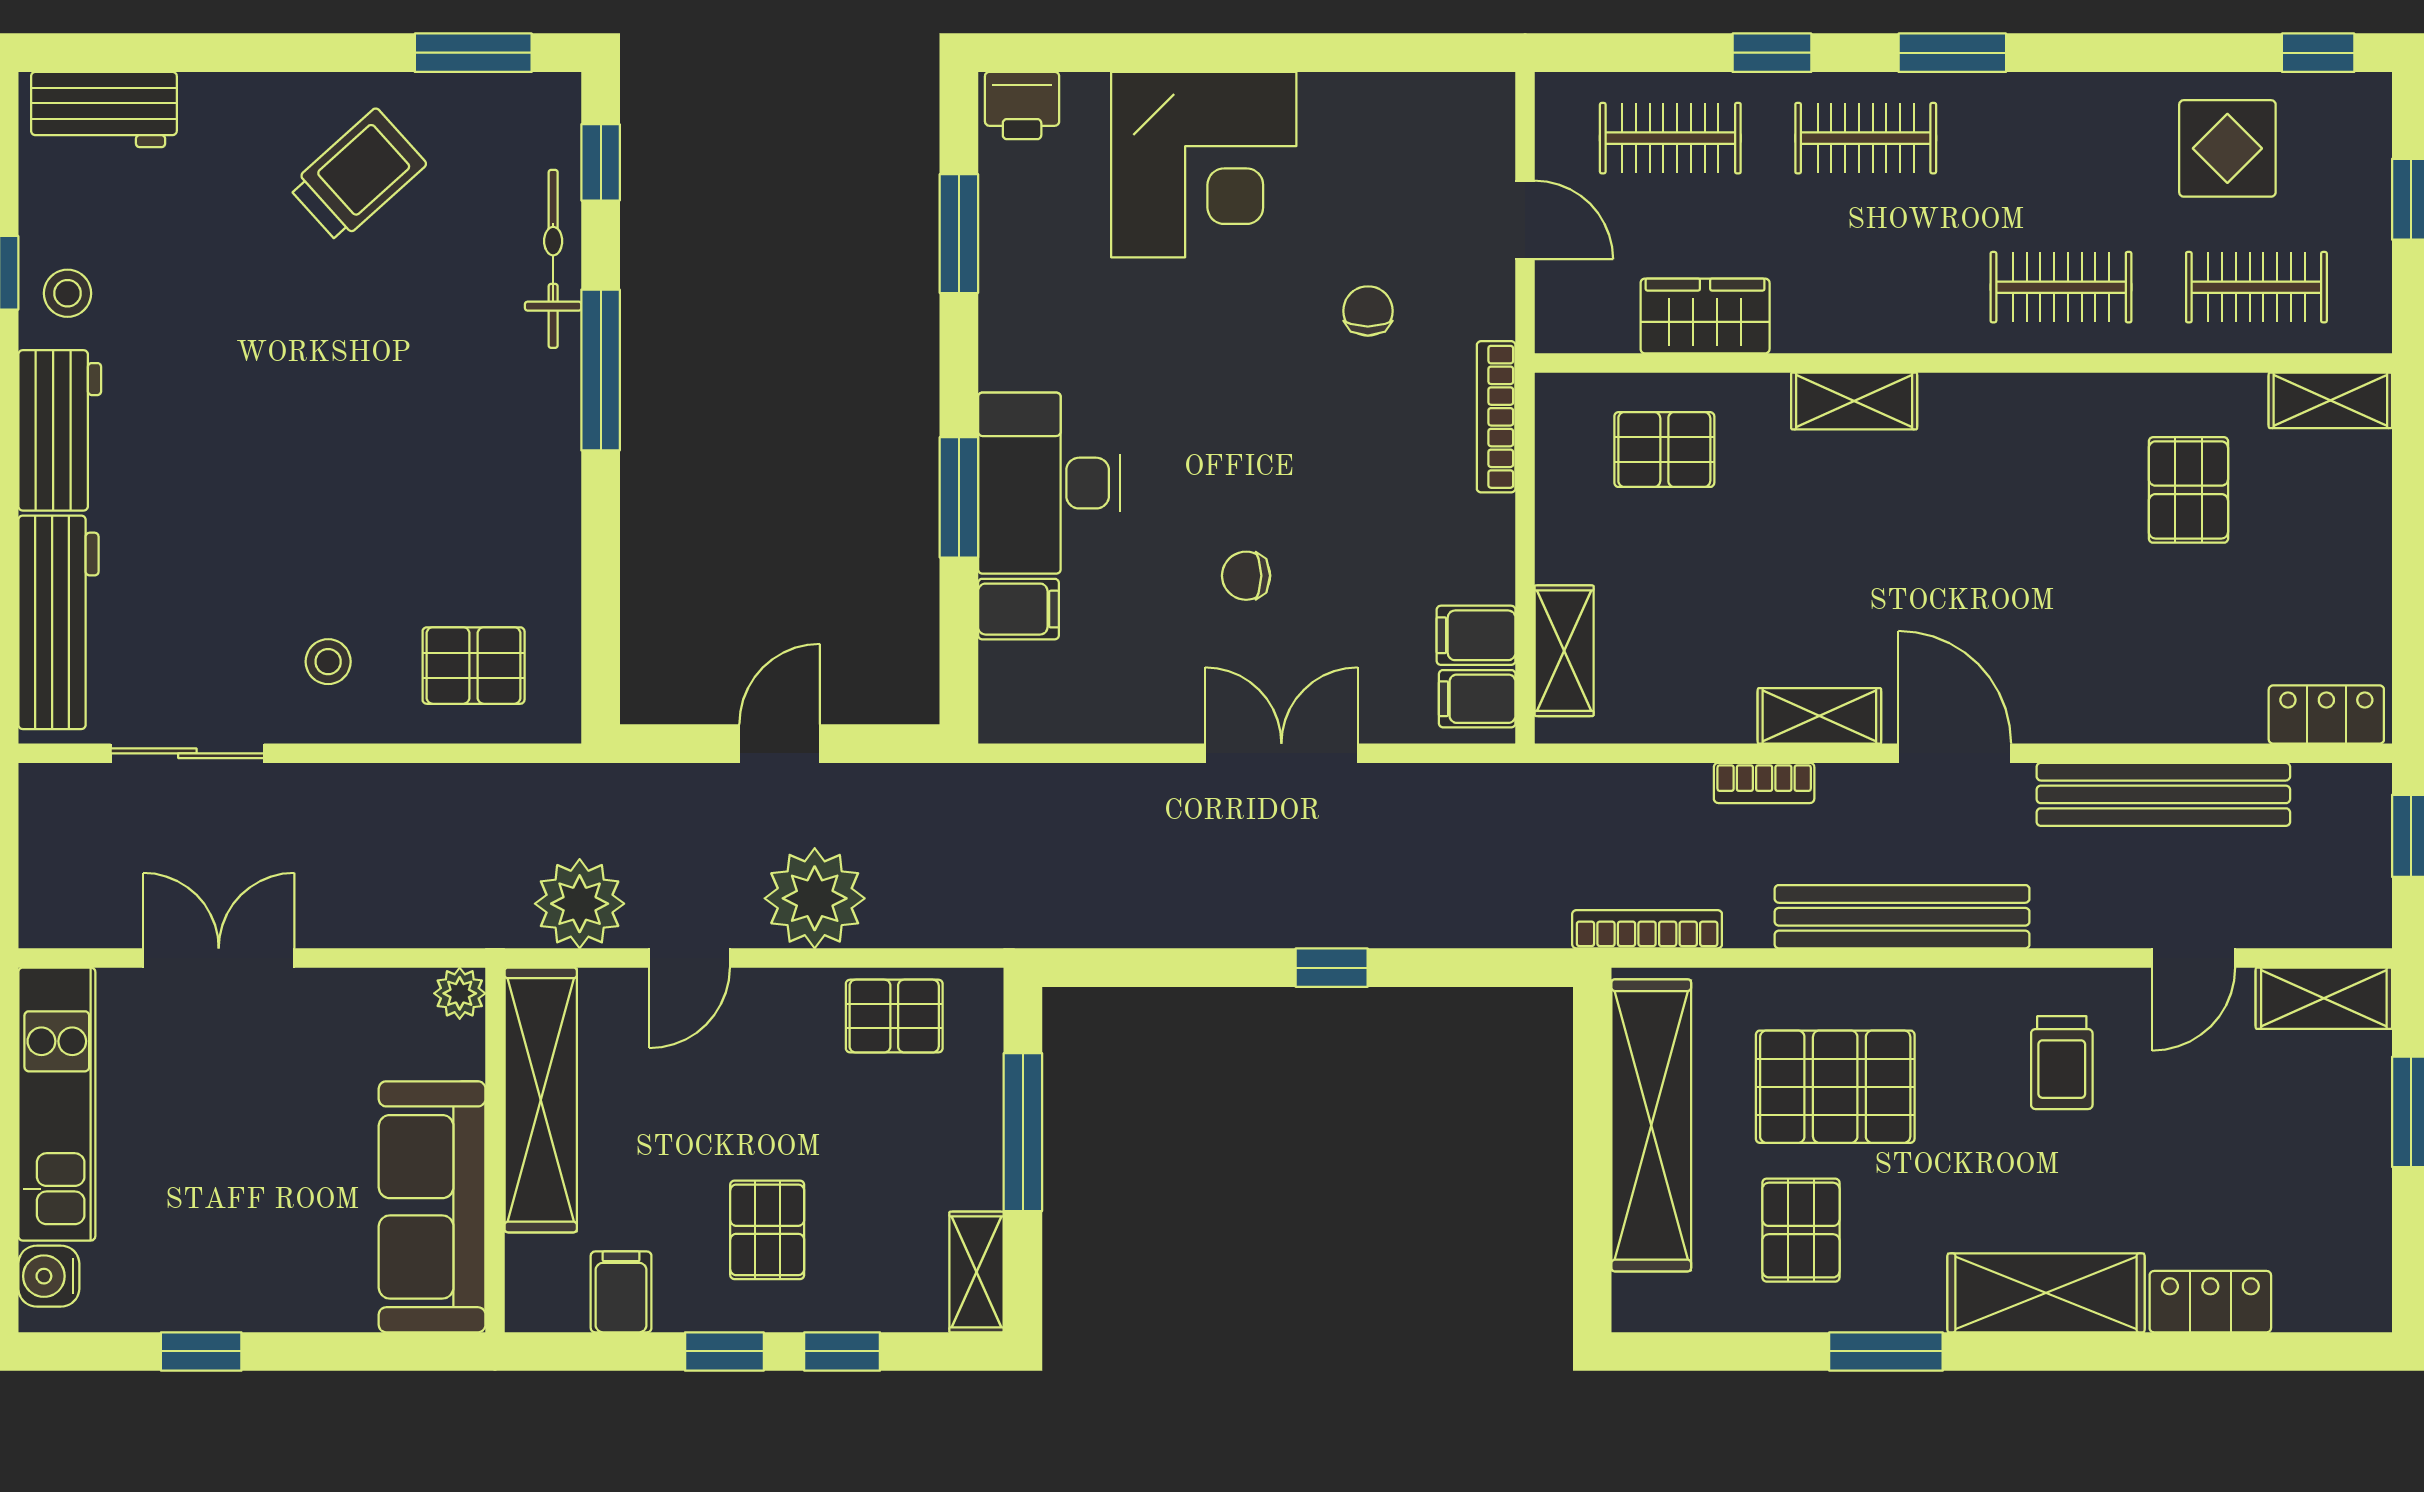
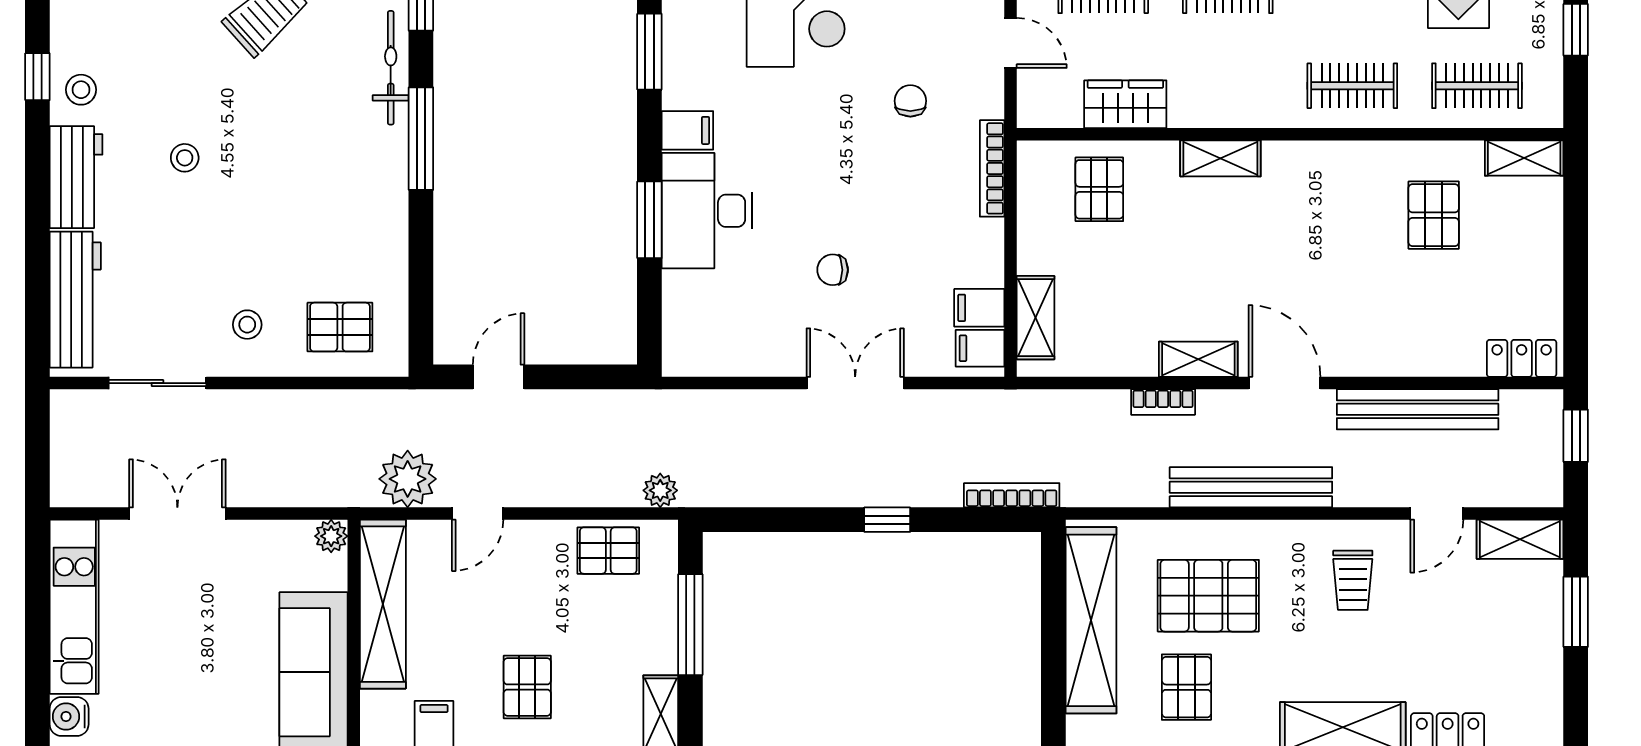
stool: (230, 400) -> (185, 158), added
pallet: (1664, 450) -> (1099, 189), turned 90
filing cabinet: (1018, 609) -> (687, 130), moved
door: (780, 744) -> (499, 377), moved
plant: (815, 898) -> (660, 490), moved, width x0.53, depth x0.53
bookcase: (1647, 929) -> (1012, 495), moved

